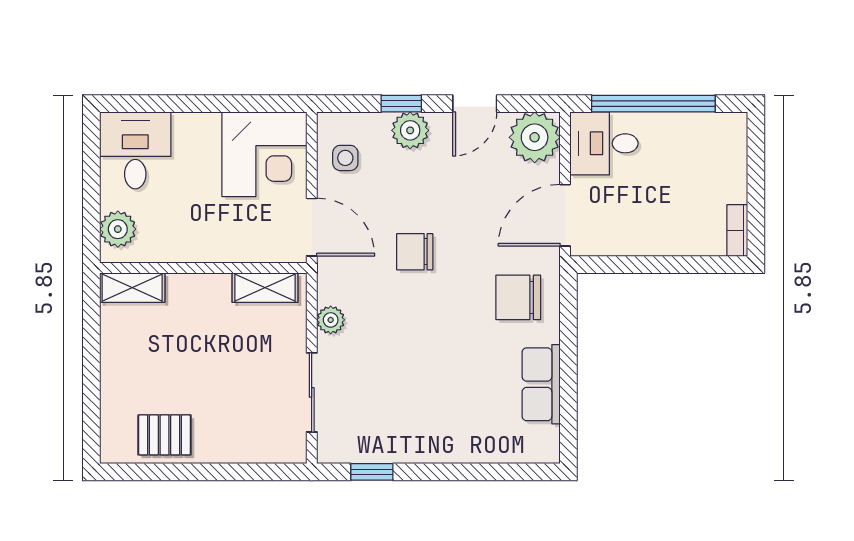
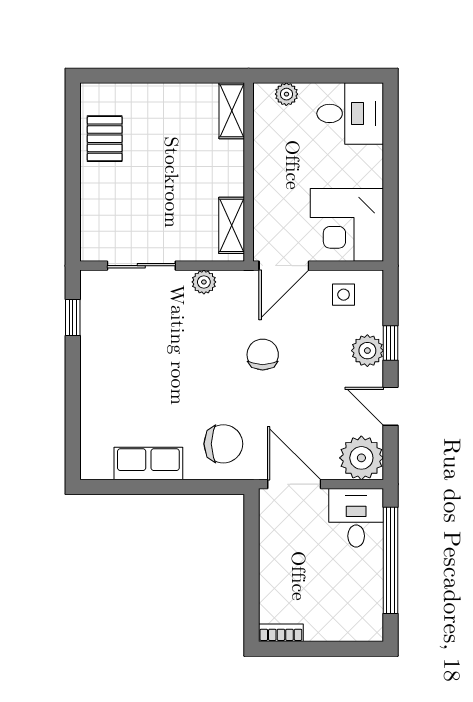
plant: (118, 229) -> (286, 94), width x0.73, depth x0.73
chair: (518, 297) -> (223, 444), turned 90

